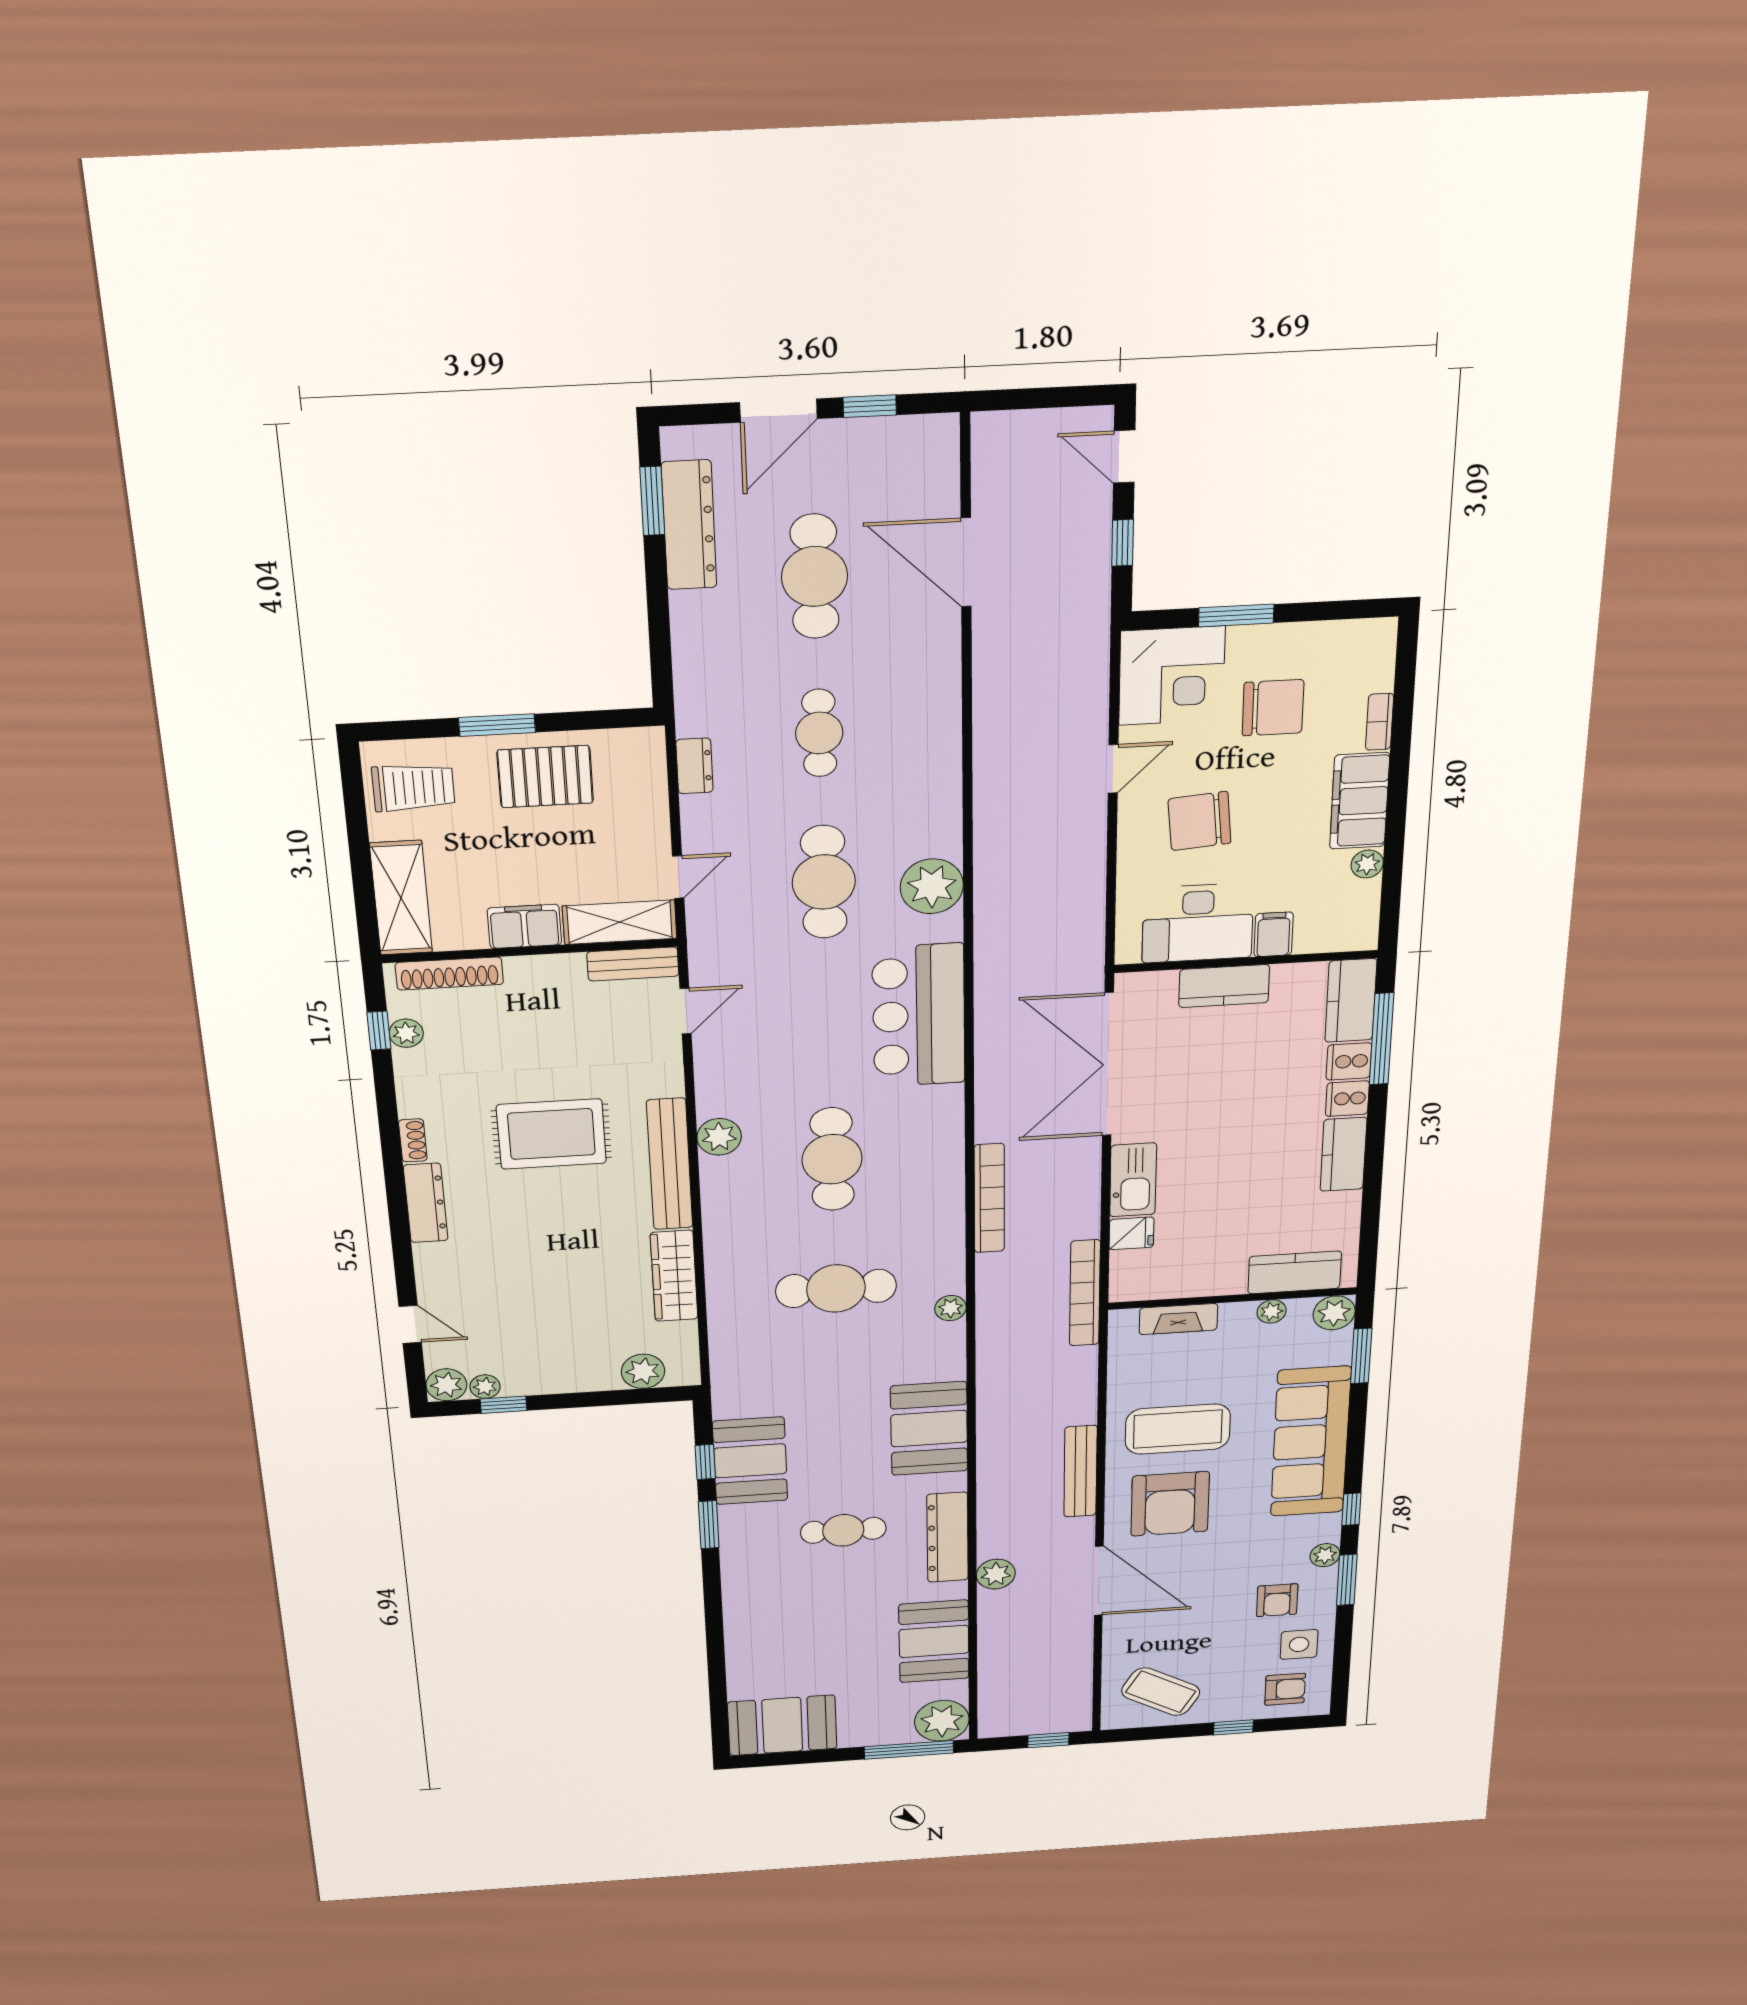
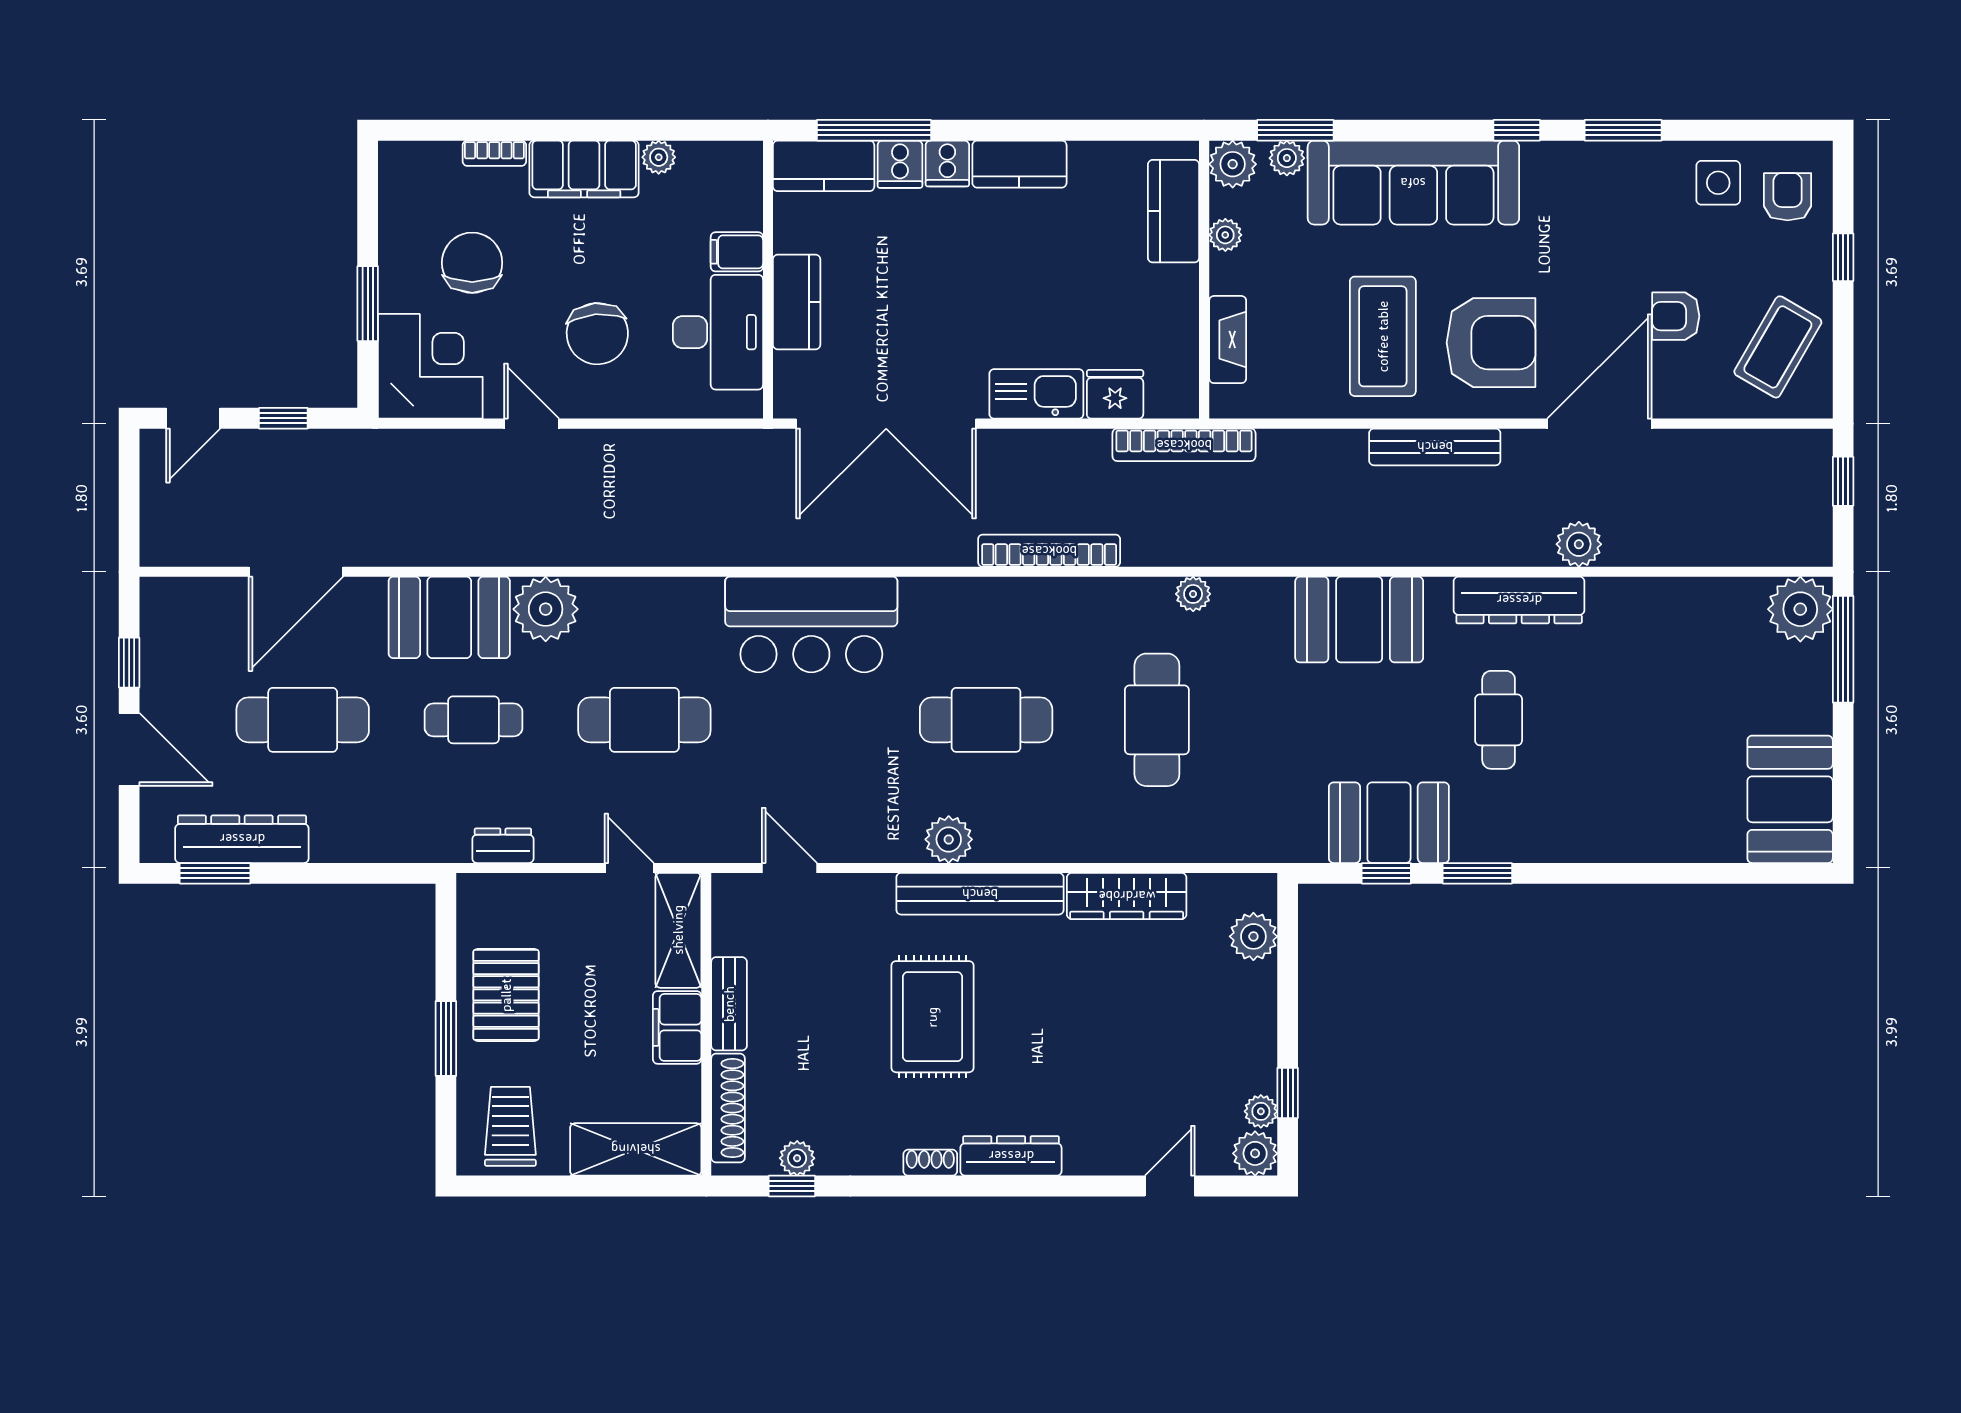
plant: (932, 886) -> (546, 609), moved
bench: (633, 964) -> (729, 1004), moved
fridge: (1131, 1233) -> (1115, 394), width x1.38
plant: (1325, 1555) -> (1287, 158), moved
armchair: (1277, 1600) -> (1676, 316), moved, turned 180
booth: (934, 1641) -> (449, 617), moved

